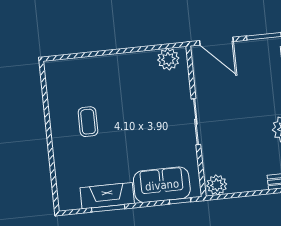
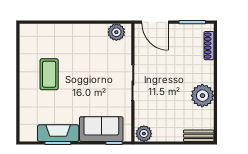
coffee table: (88, 122) -> (49, 74), width x1.36, depth x1.30

